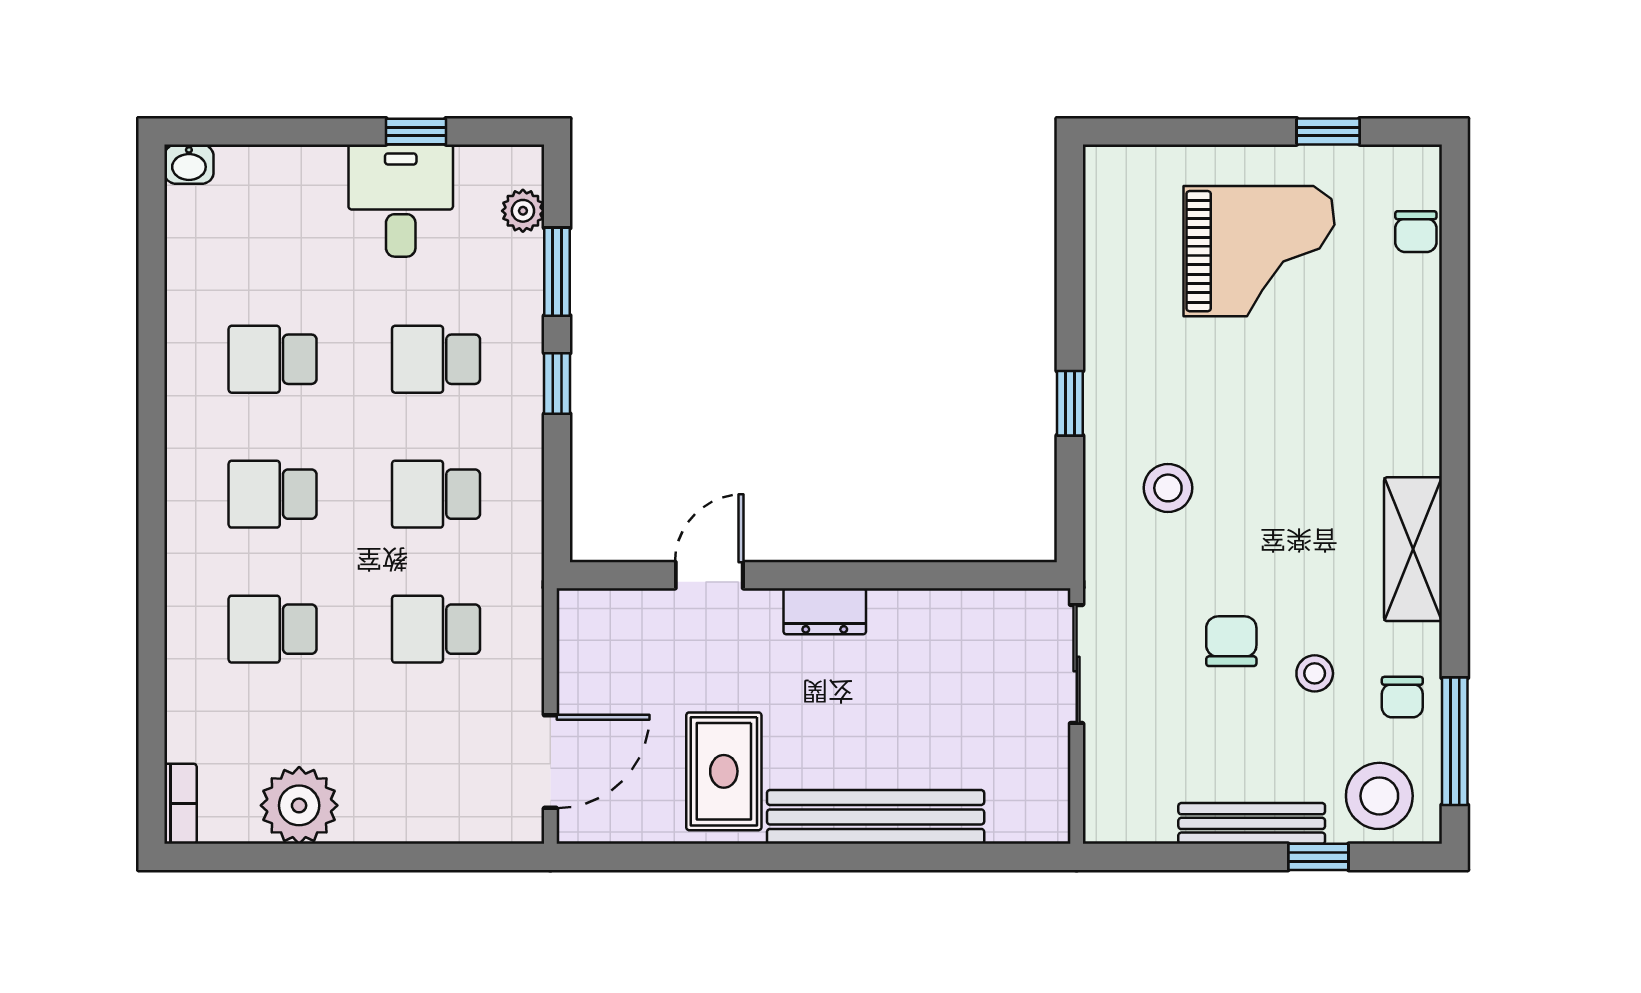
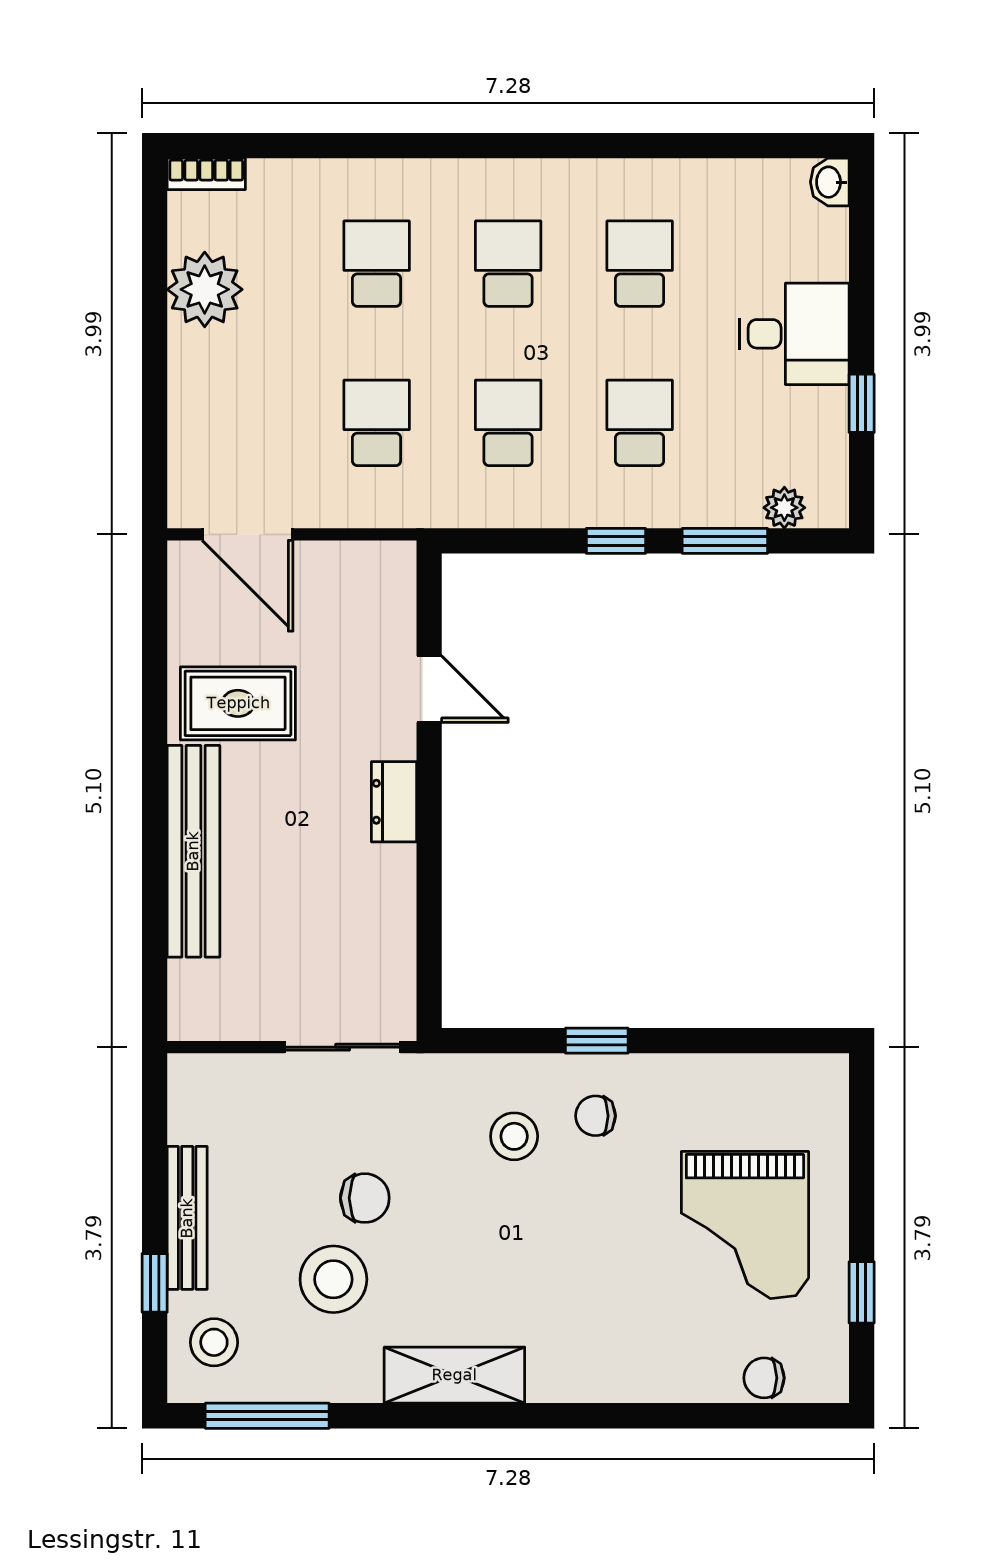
desk: (401, 201) -> (794, 334), moved
stool: (1315, 673) -> (333, 1279), width x1.89, depth x1.89
chair: (1402, 697) -> (595, 1116), moved
stool: (1379, 796) -> (214, 1342), width x0.73, depth x0.73

